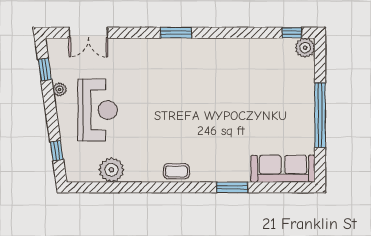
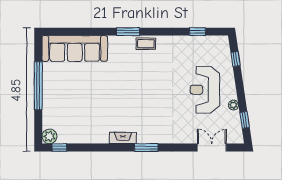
fireplace: (207, 45) -> (123, 138), added
sofa: (283, 169) -> (75, 48), width x1.36, depth x1.27
plant: (111, 170) -> (194, 45), removed
window: (108, 187) -> (197, 32), added
window: (232, 187) -> (128, 32), moved

